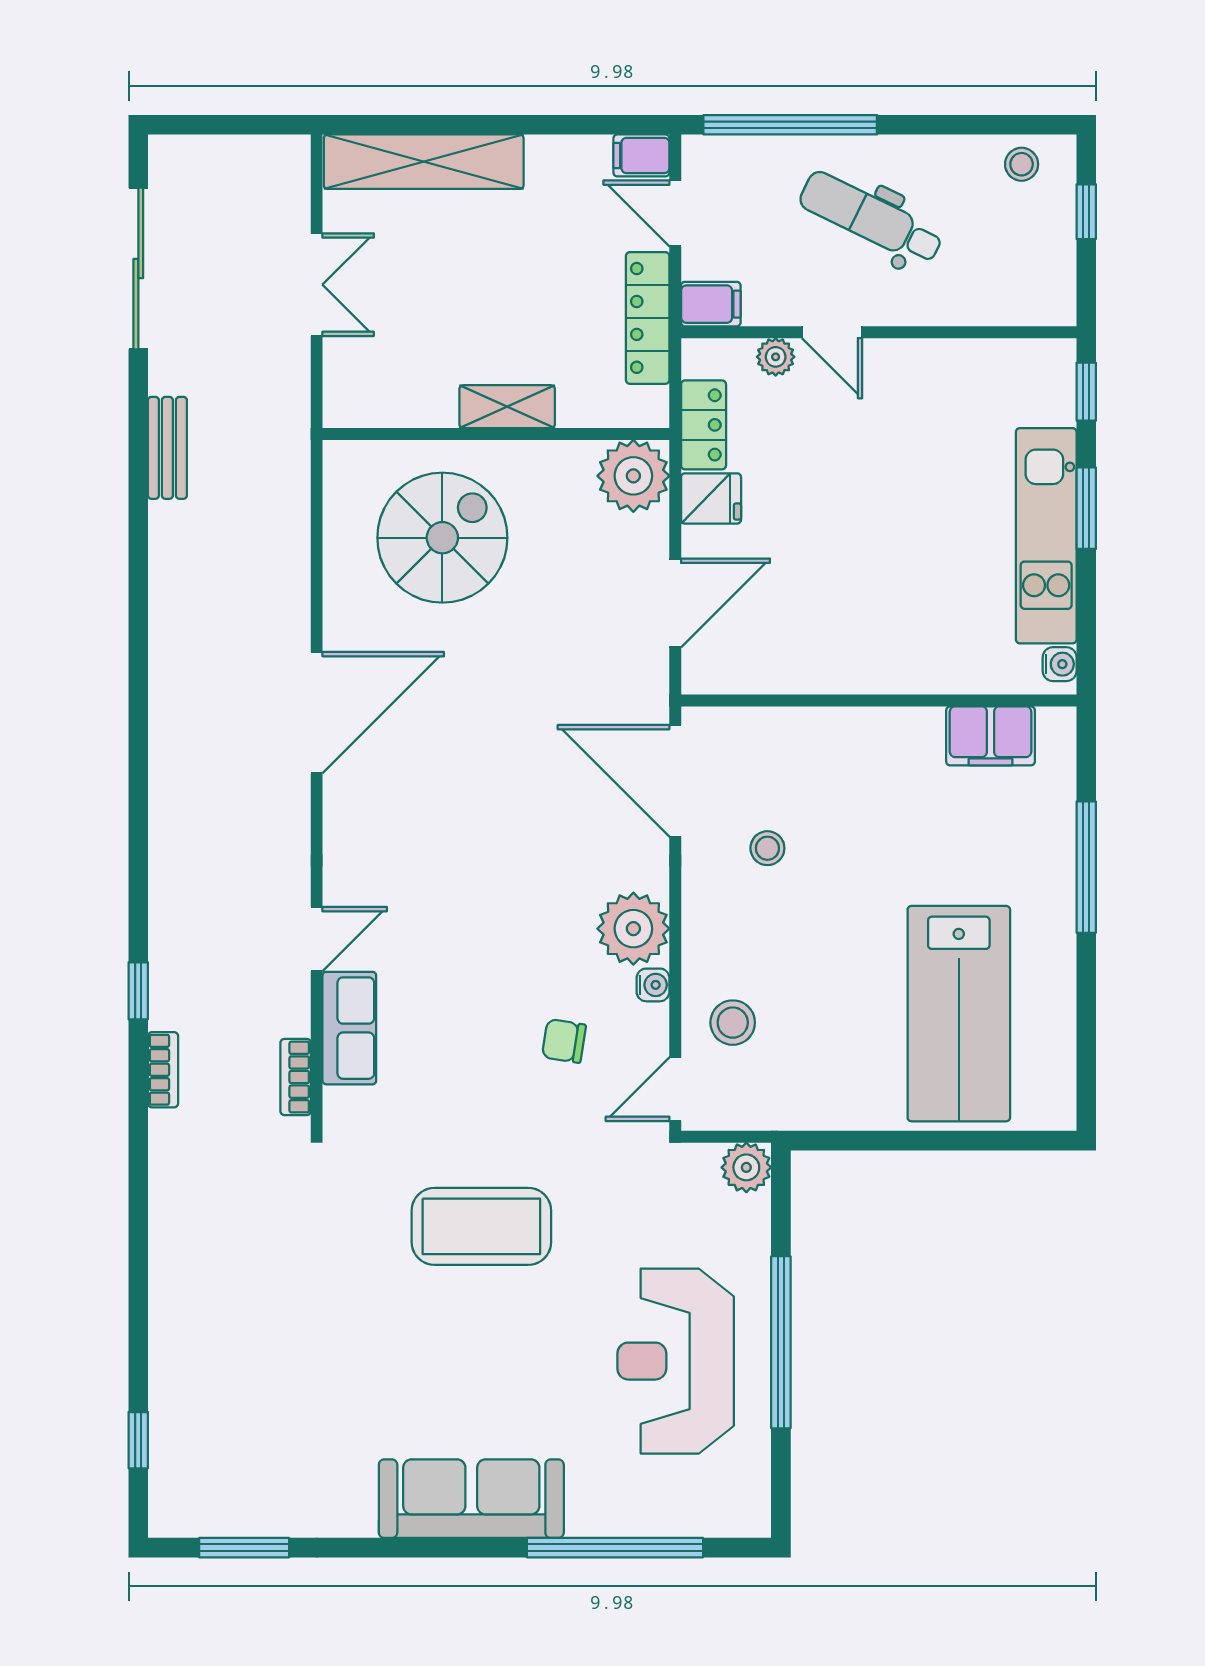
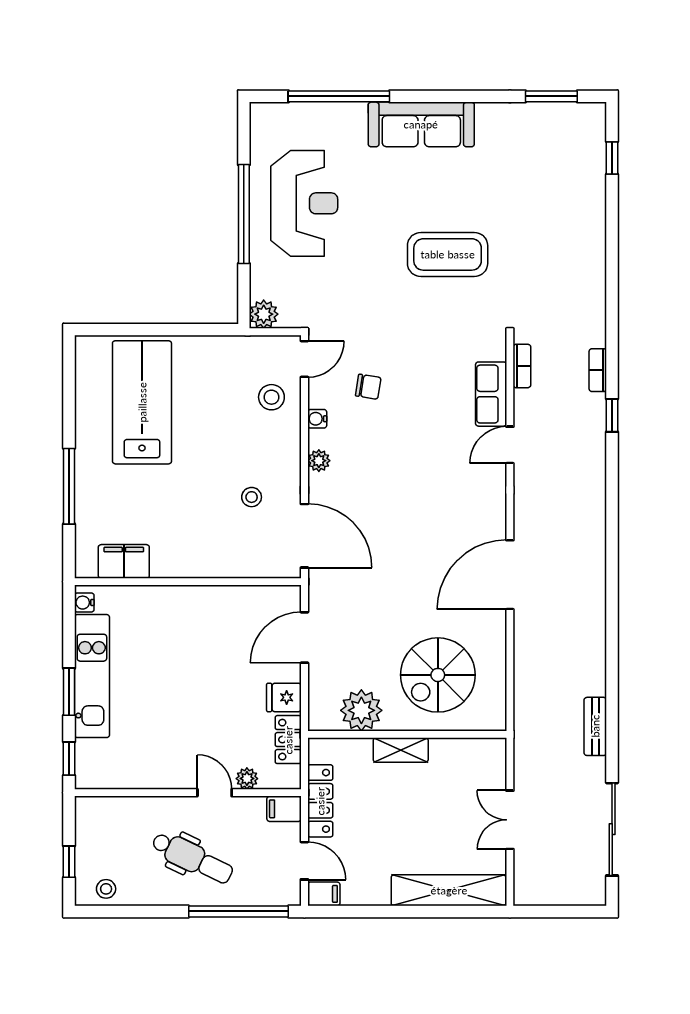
plant: (633, 476) -> (361, 710), moved
plant: (633, 929) -> (319, 461), width x0.53, depth x0.53
coffee table: (481, 1226) -> (448, 254), moved

